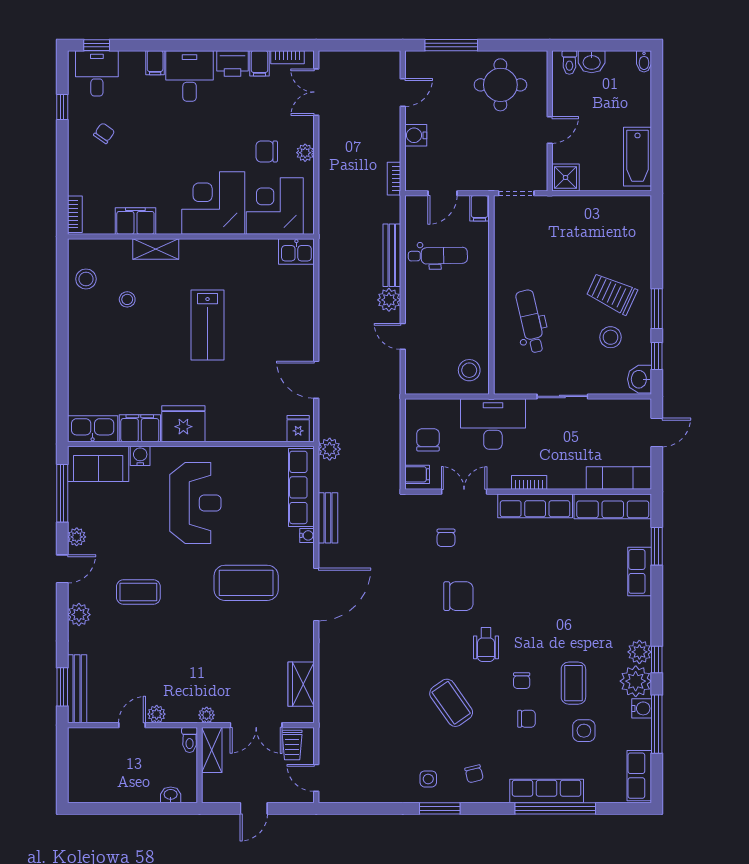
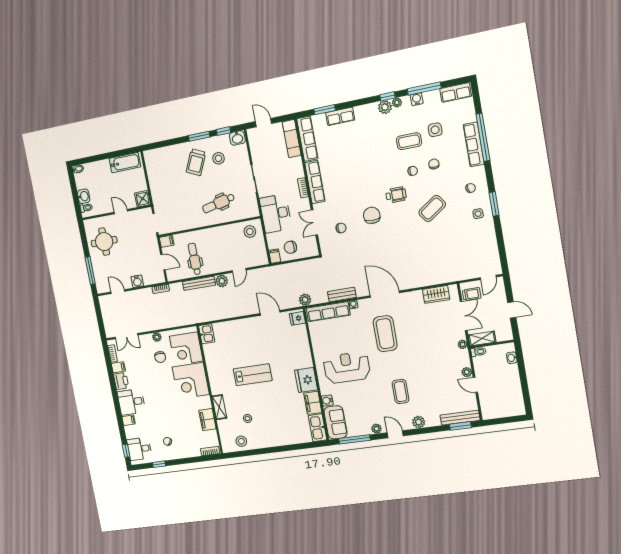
door: (316, 380) -> (270, 313), swing flipped
filing cabinet: (417, 474) -> (275, 256), moved
plant: (636, 681) -> (397, 103), width x0.53, depth x0.53

